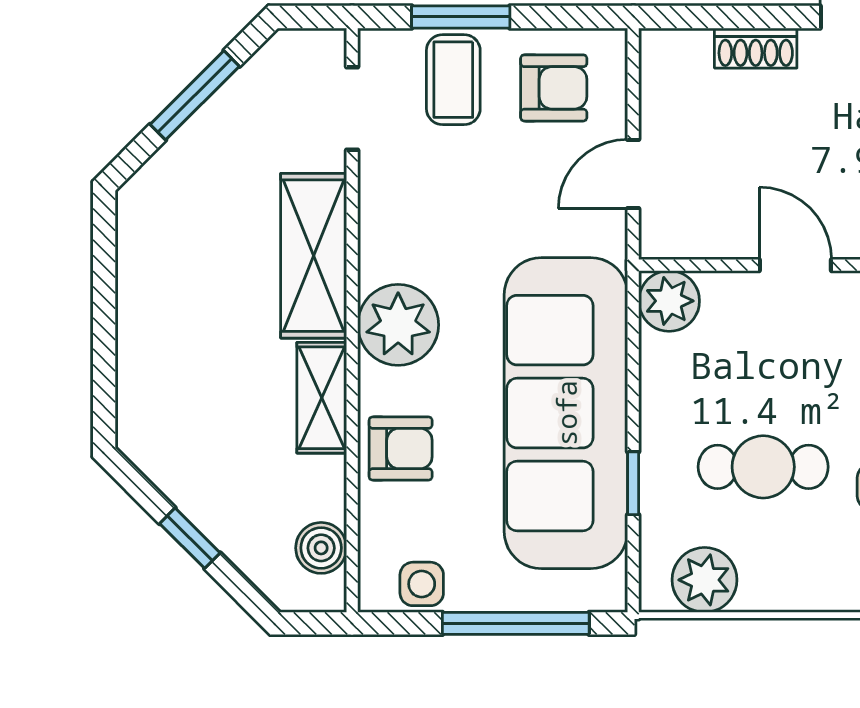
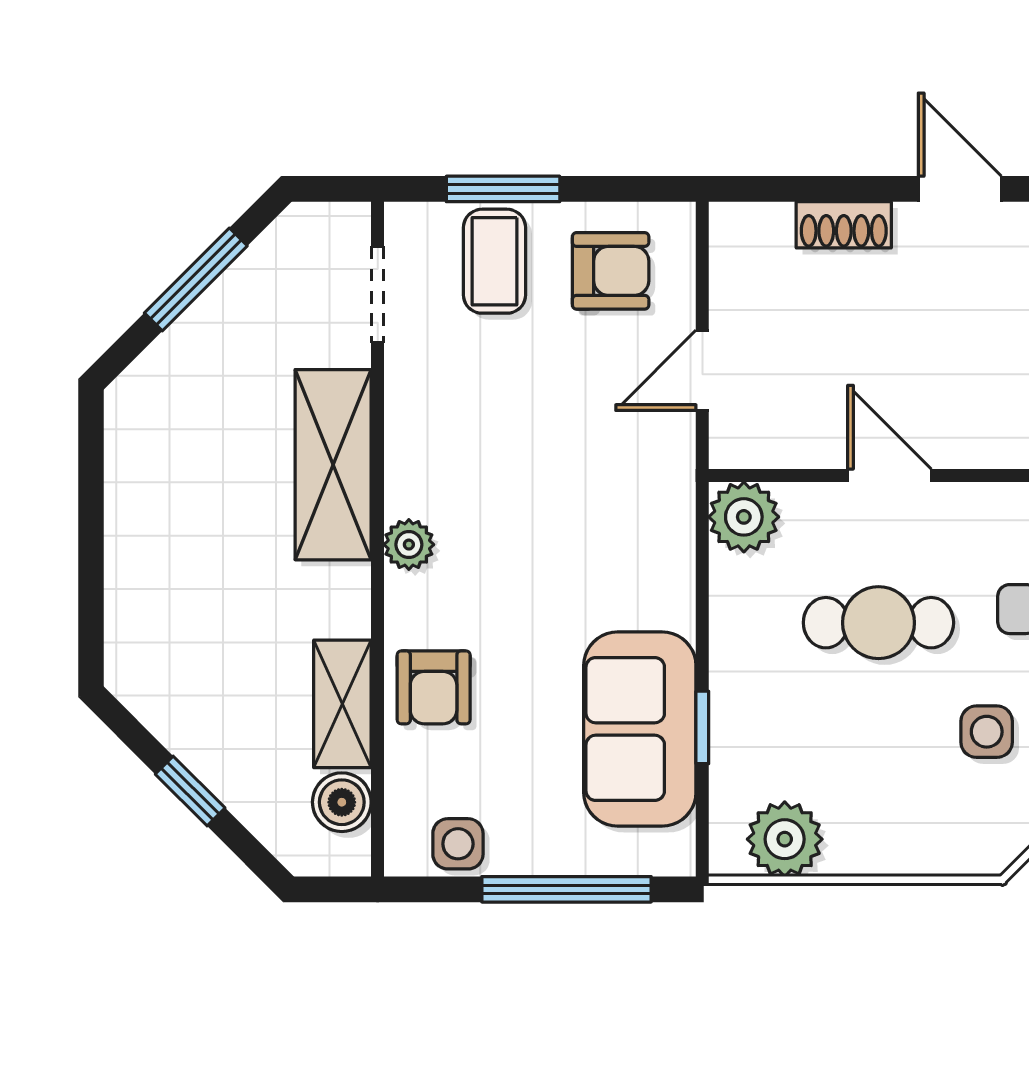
plant: (398, 325) -> (409, 545), width x0.53, depth x0.53
shelving: (322, 398) -> (342, 704), moved
sofa: (566, 413) -> (640, 729), width x0.54, depth x0.79
armchair: (401, 449) -> (434, 687), turned 90
cafe table: (763, 467) -> (878, 623), moved

